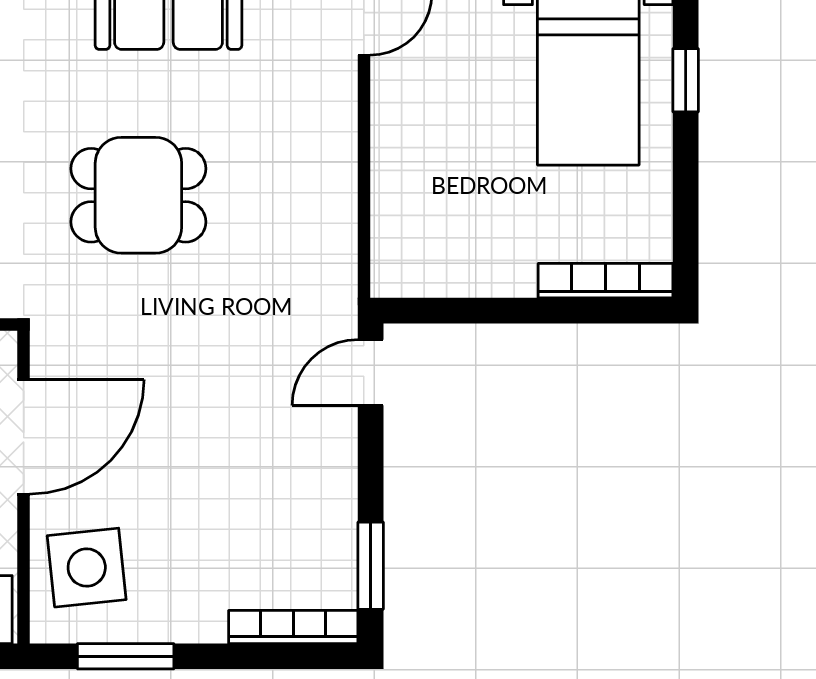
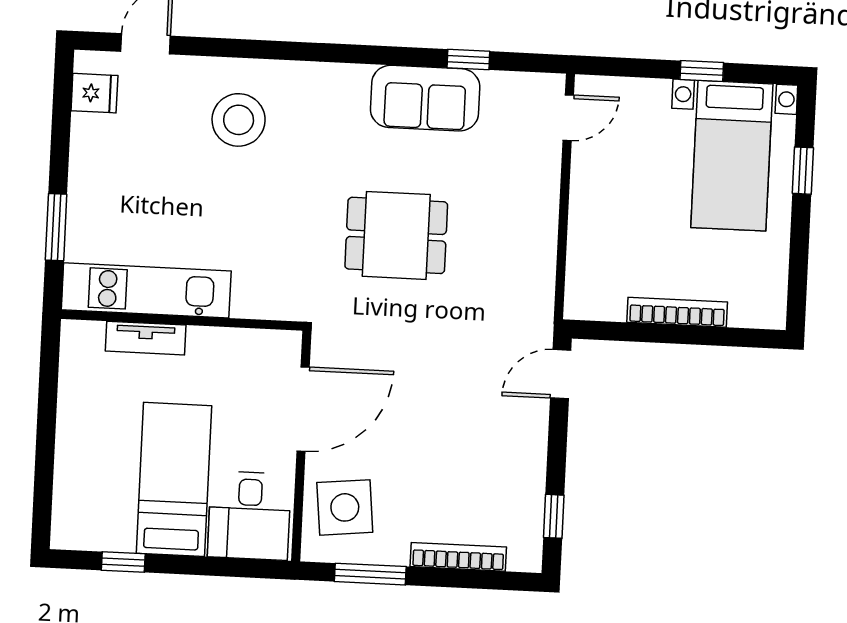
bookcase: (606, 281) -> (677, 312), moved
window: (371, 566) -> (554, 516), width x0.67
bookcase: (293, 627) -> (458, 557), moved

